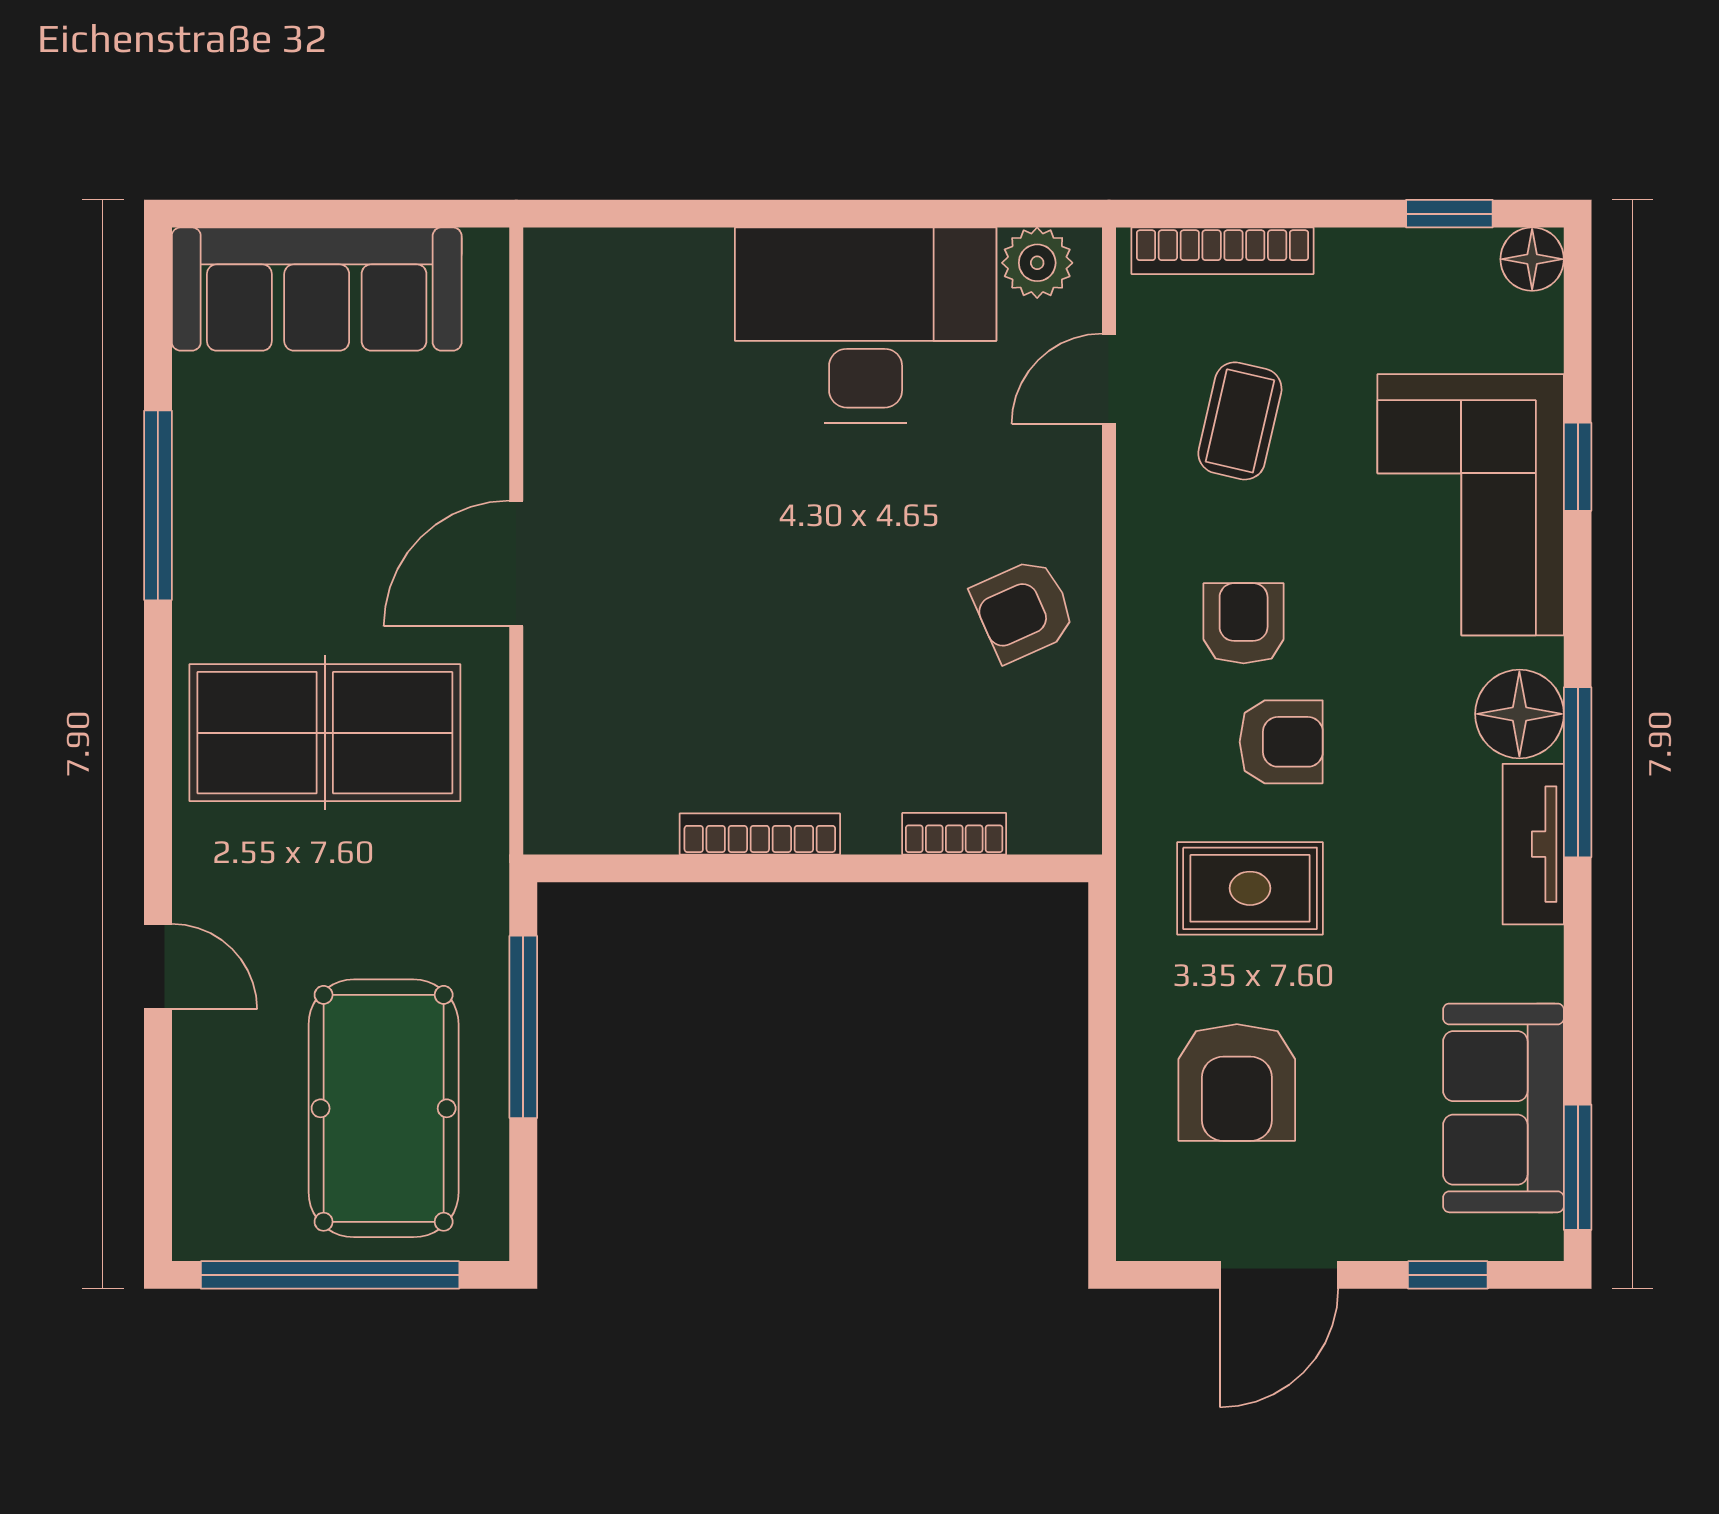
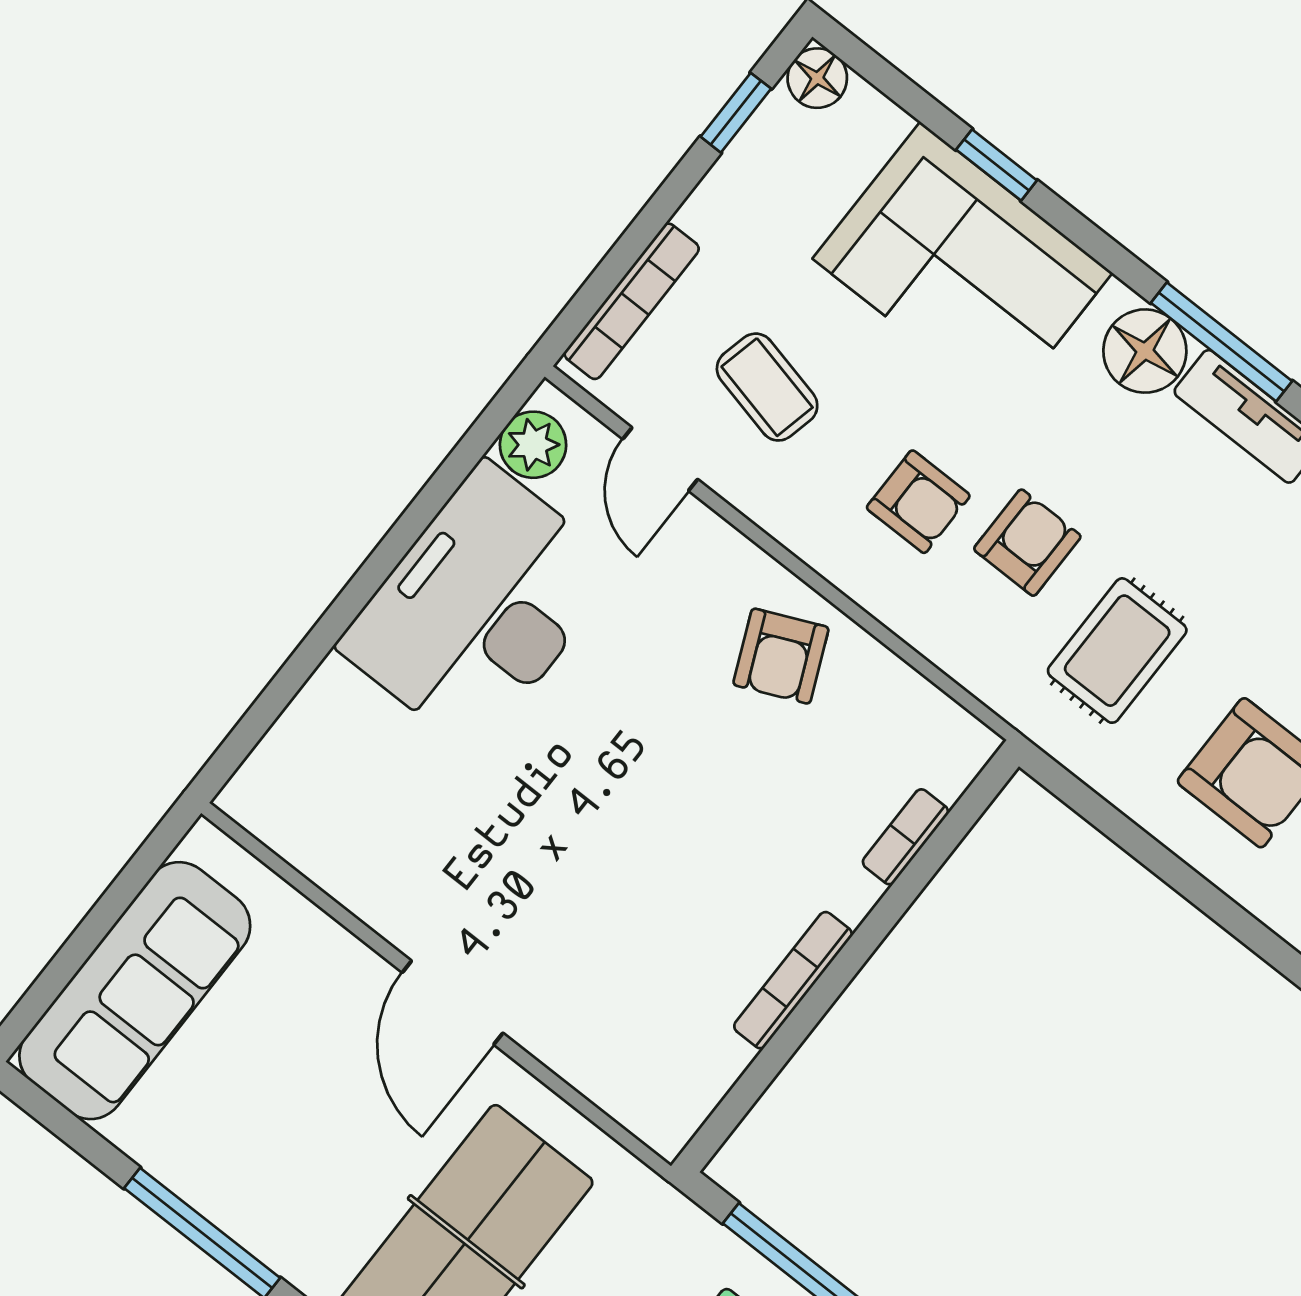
armchair: (1244, 623) -> (918, 502), turned 180

